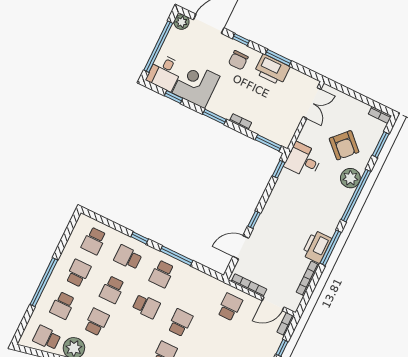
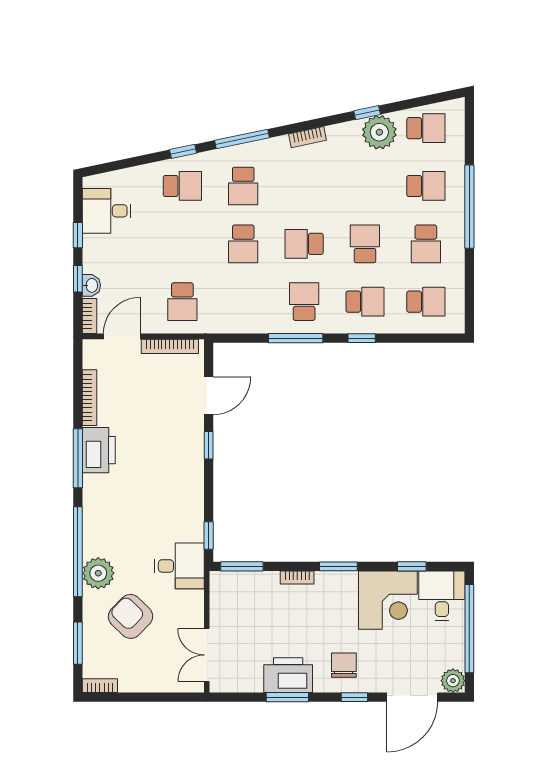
school desk: (94, 241) -> (426, 302), turned 90
school desk: (63, 305) -> (426, 186), turned 90
school desk: (97, 322) -> (365, 186), removed
washbasin: (276, 341) -> (91, 285), added

